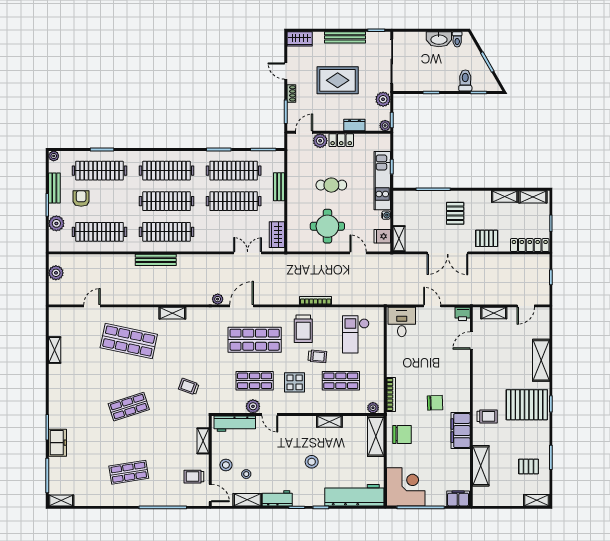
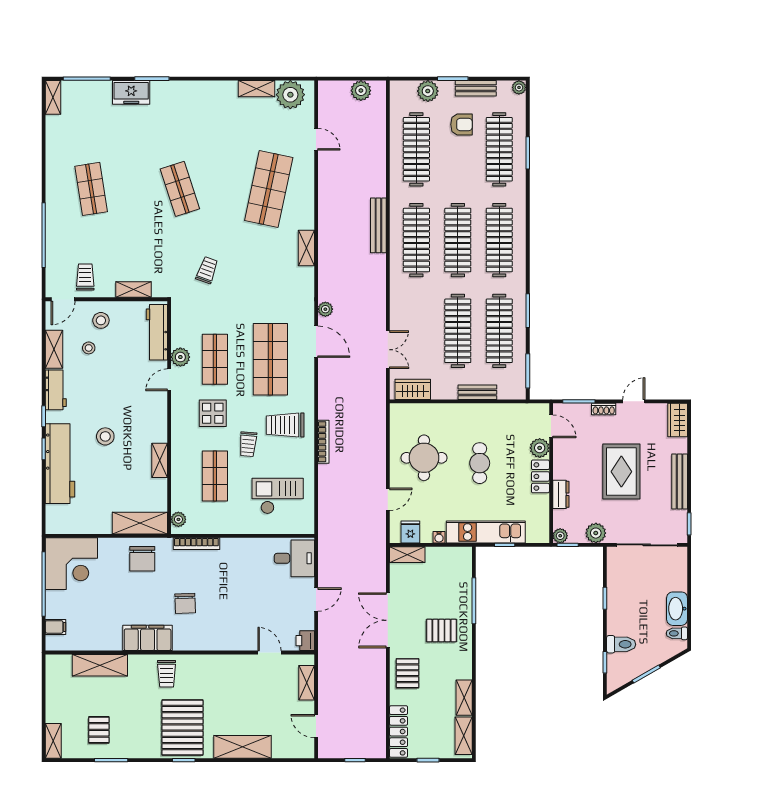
plant: (59, 325) -> (290, 95), added
workbench: (354, 495) -> (60, 464), moved
filing cabinet: (458, 499) -> (56, 627), width x0.50

